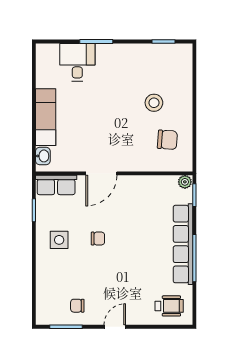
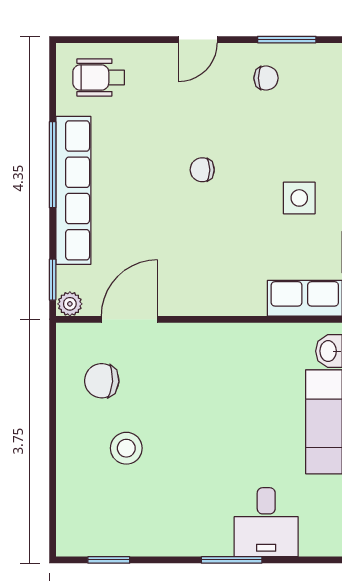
door: (101, 173) -> (129, 319), moved
chair: (98, 239) -> (202, 170), moved

